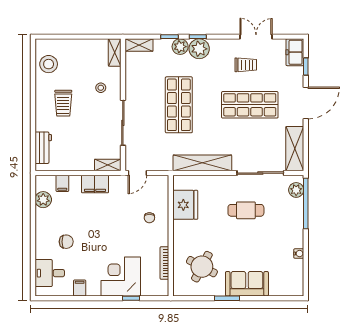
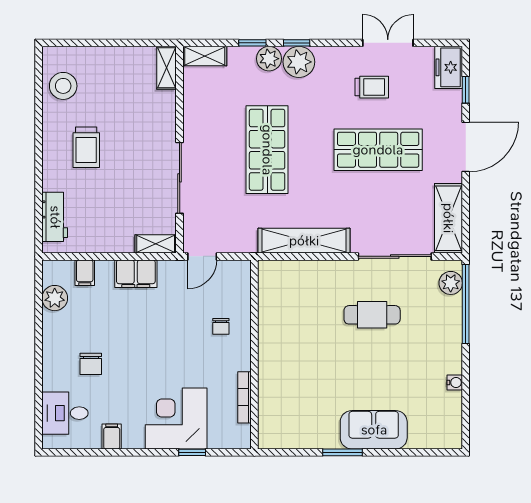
stool: (101, 88) -> (145, 123), removed
fridge: (185, 205) -> (277, 306), removed
chair: (66, 242) -> (91, 364), turned 90
round table: (202, 267) -> (303, 403), removed

